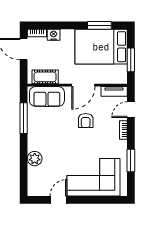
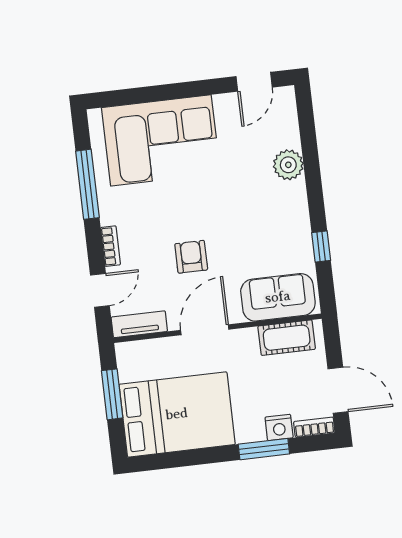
window: (99, 25) -> (264, 449), moved
window: (24, 118) -> (321, 247), width x0.46
window: (131, 161) -> (87, 184), width x1.44
door: (58, 200) -> (254, 82), moved

